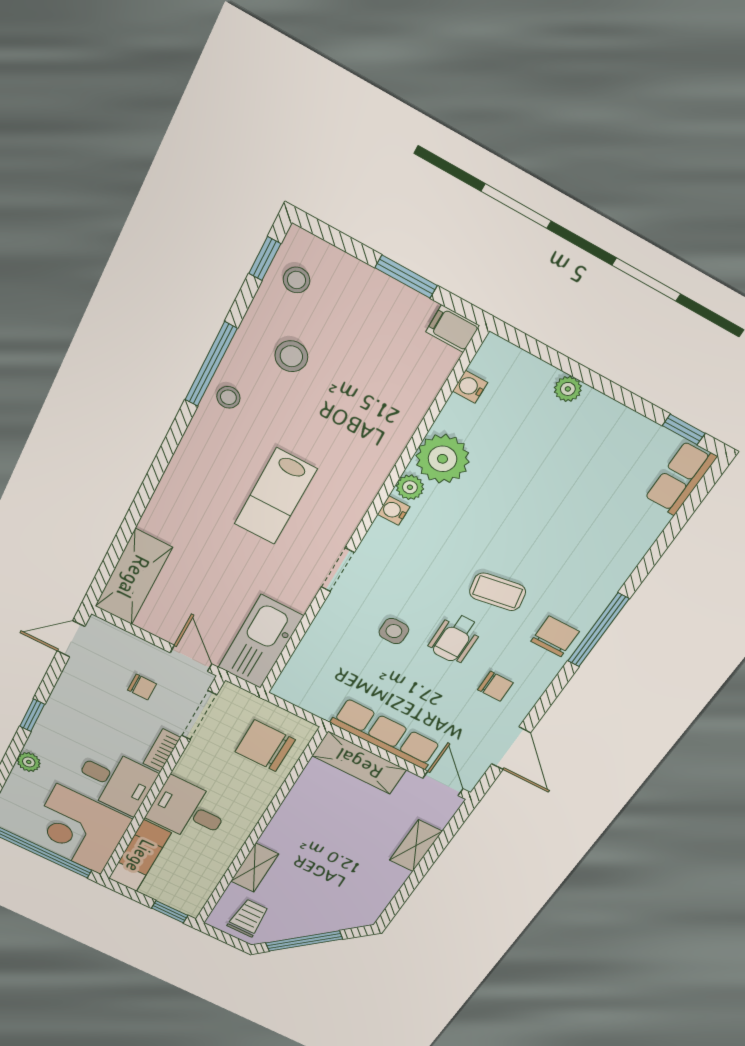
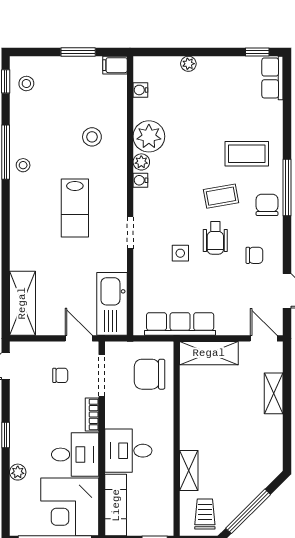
stool: (291, 356) -> (92, 137), moved
coffee table: (571, 558) -> (247, 154), added
row of seats: (386, 734) -> (180, 324), moved

